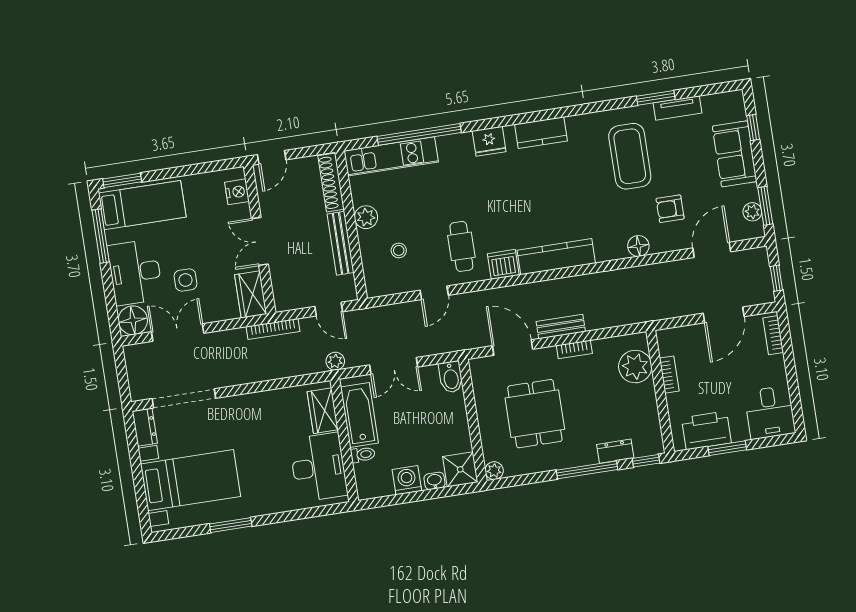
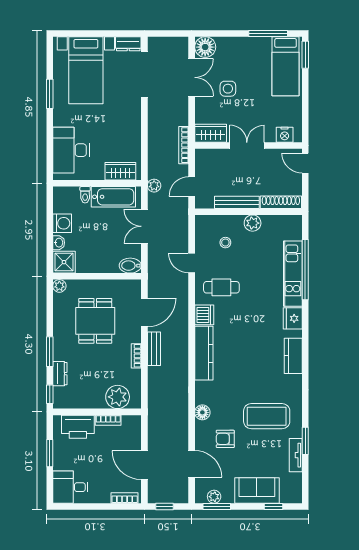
kitchen unit: (391, 156) -> (293, 274), moved
armchair: (670, 209) -> (225, 439), turned -90
desk: (135, 272) -> (239, 54), removed
dining table: (535, 414) -> (95, 321), turned 90
printer: (706, 430) -> (78, 427), moved, turned 90
desk: (318, 467) -> (71, 150), moved, turned 90
window: (587, 470) -> (50, 352), width x0.69

